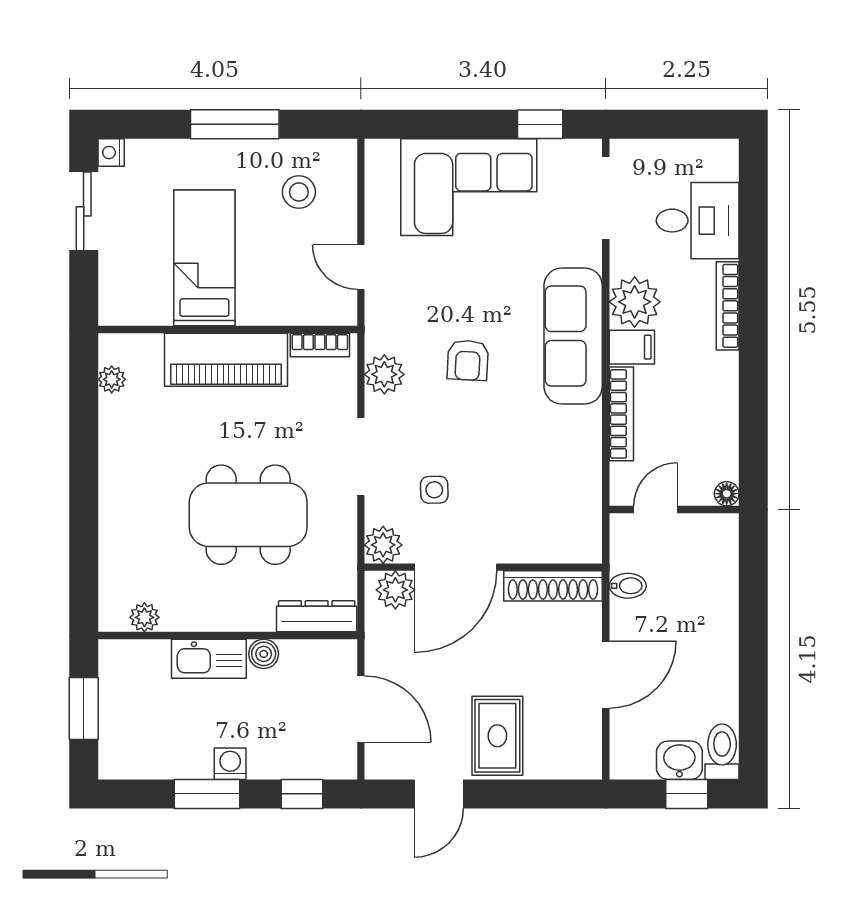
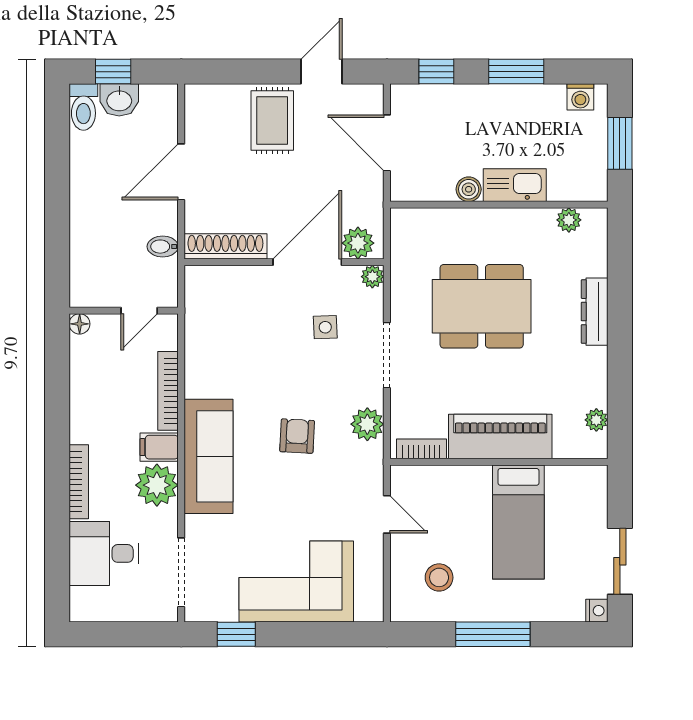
plant: (383, 545) -> (372, 277), width x0.73, depth x0.73
dresser: (317, 616) -> (595, 312), moved, turned 90
washing machine: (230, 764) -> (580, 97), moved

